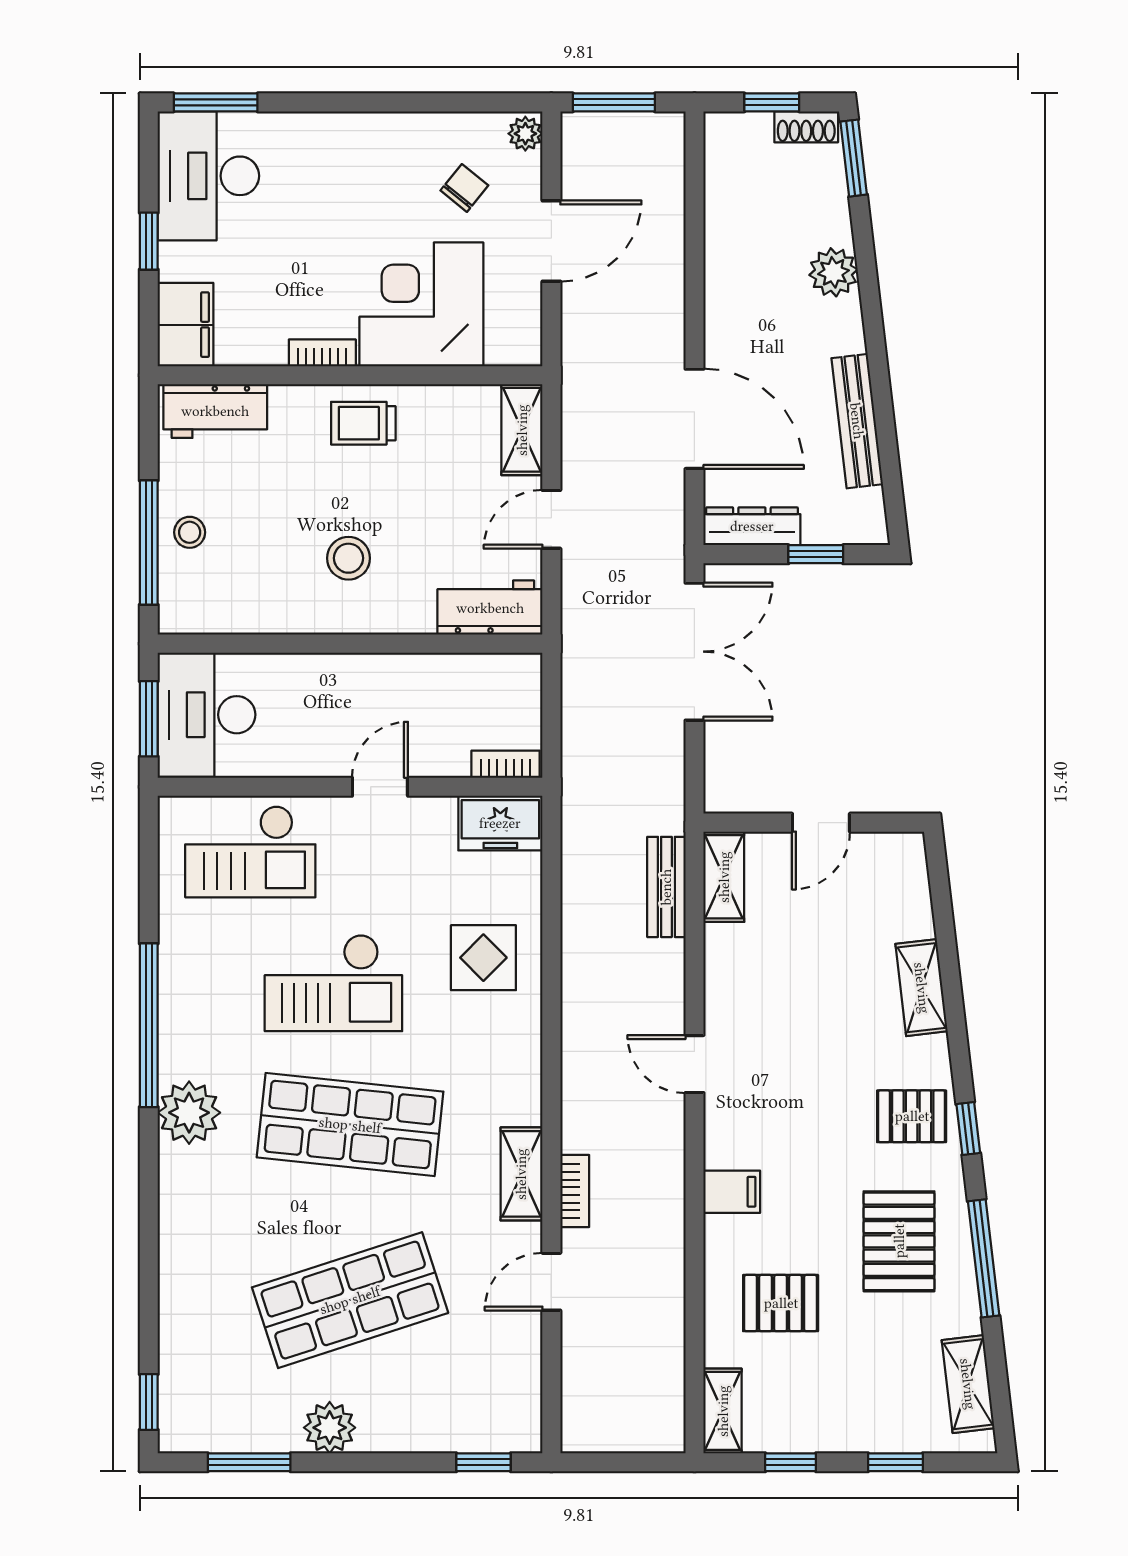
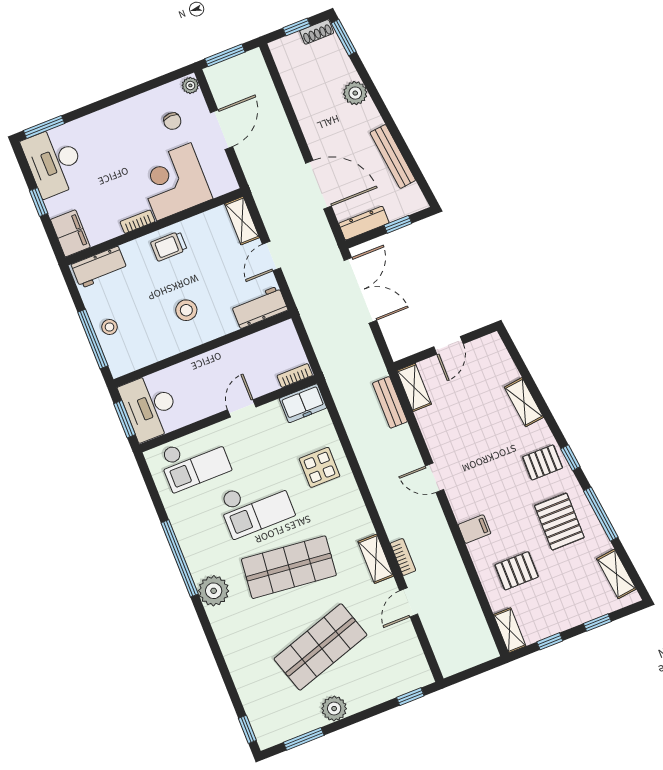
chair: (464, 188) -> (172, 121), turned 139

